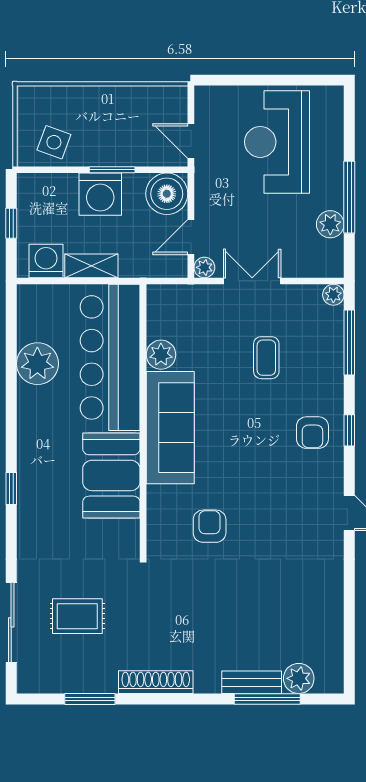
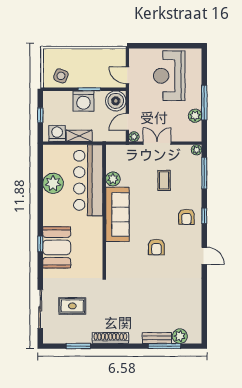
booth: (111, 475) -> (57, 247), moved
armchair: (210, 526) -> (156, 247), moved, turned 180

